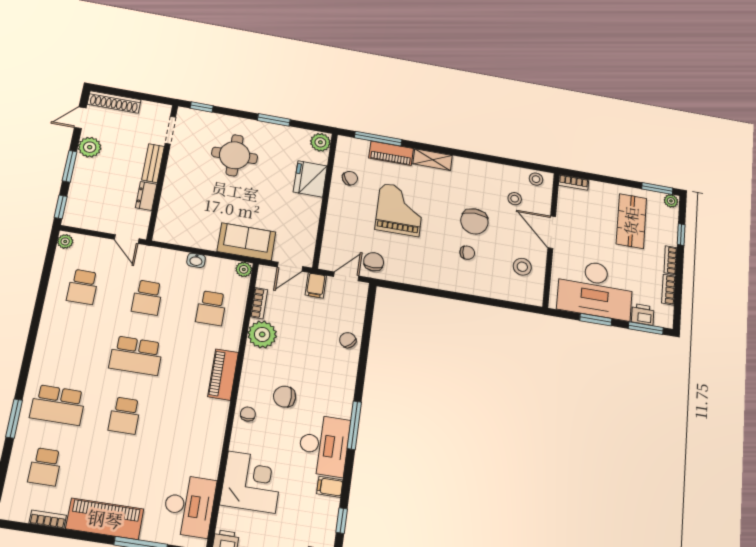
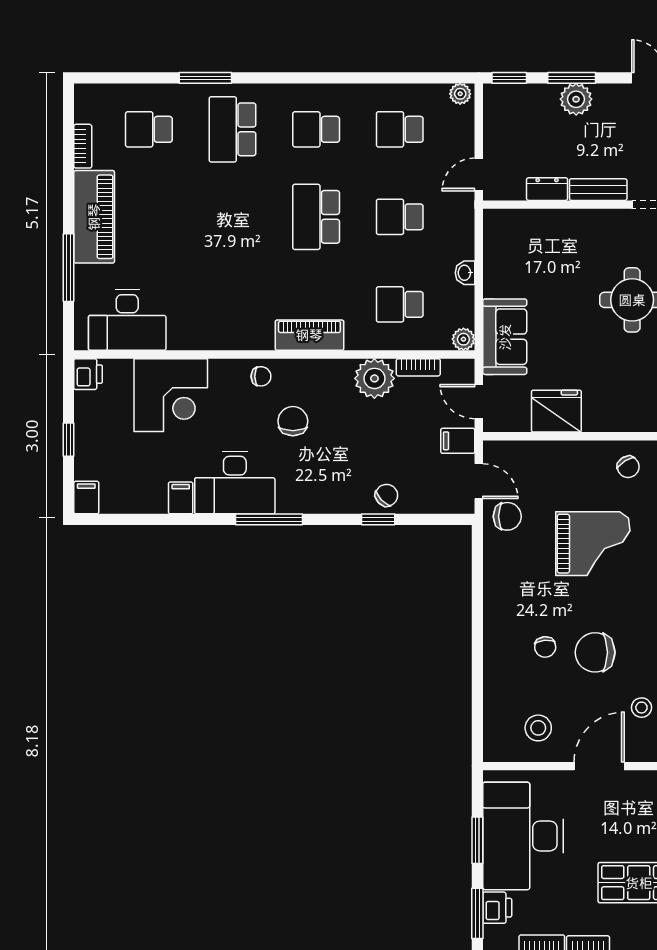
plant: (90, 147) -> (576, 99), moved
fridge: (310, 179) -> (556, 411), moved
school desk: (125, 416) -> (316, 129), moved
window: (342, 521) -> (378, 519), moved

